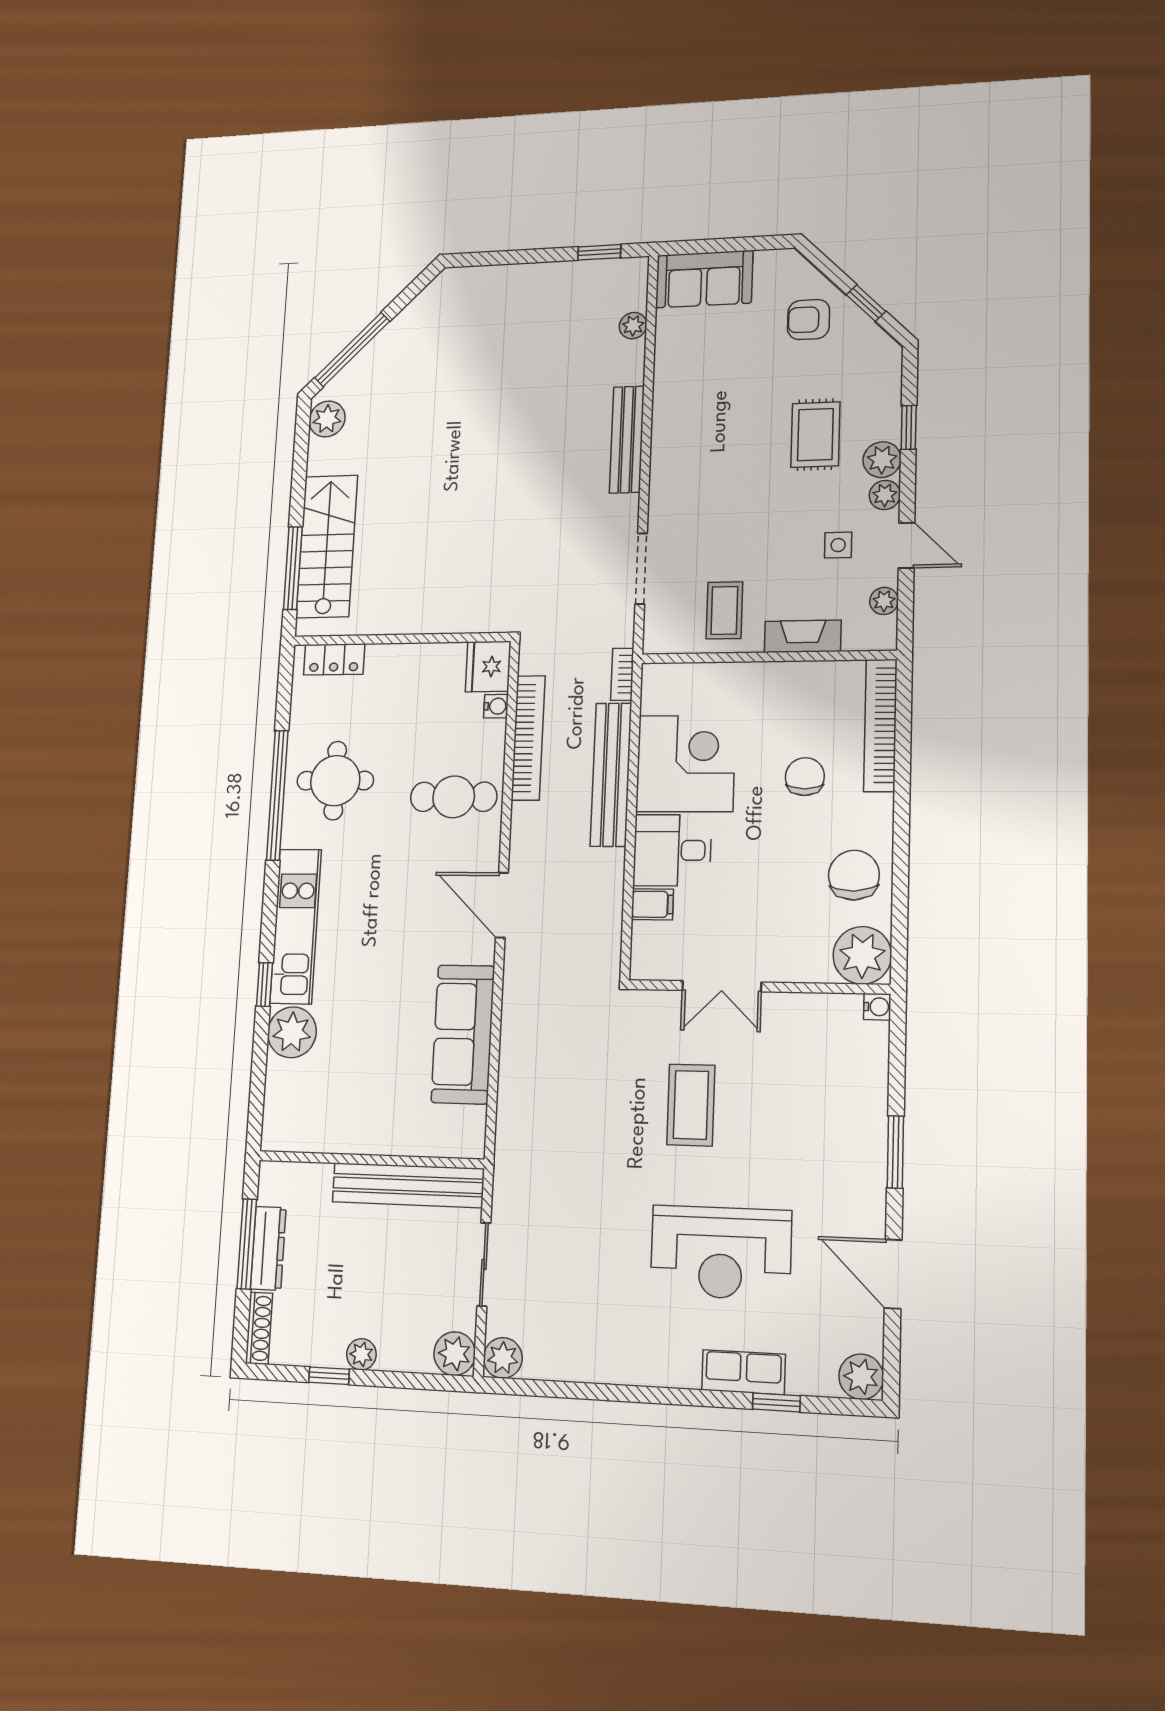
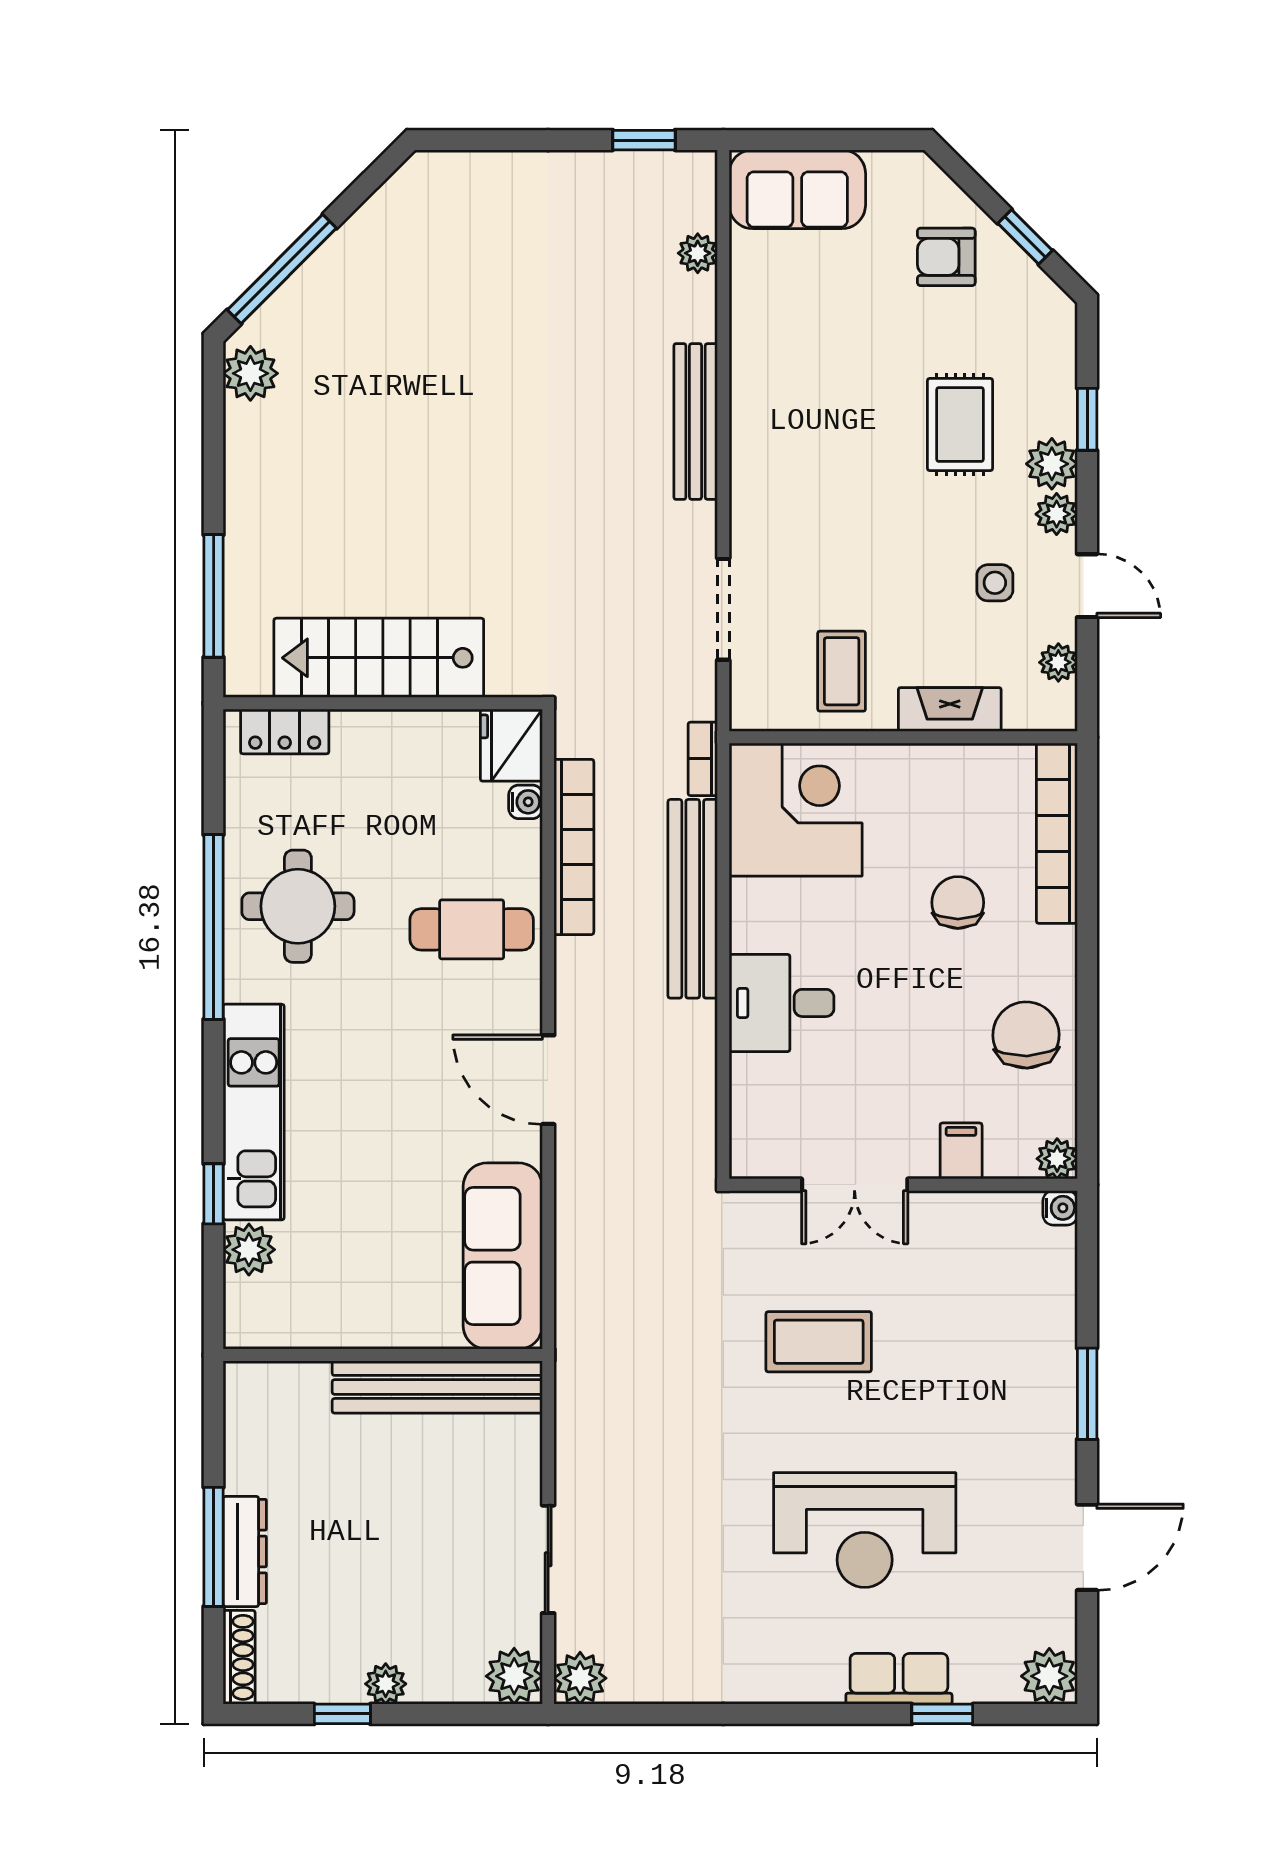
stairs: (327, 546) -> (379, 658), moved, turned -90
corner desk: (686, 763) -> (796, 810), moved
filing cabinet: (652, 904) -> (961, 1151), moved, turned -90
plant: (862, 955) -> (1057, 1159), width x0.53, depth x0.53
plant: (292, 1032) -> (249, 1250), width x0.73, depth x0.73
coffee table: (691, 1105) -> (819, 1342), turned 90
wall: (371, 1160) -> (383, 1355), moved
bench: (408, 1185) -> (437, 1387), moved
door: (893, 1274) -> (1087, 1547), swing flipped

